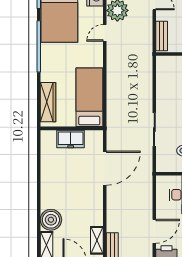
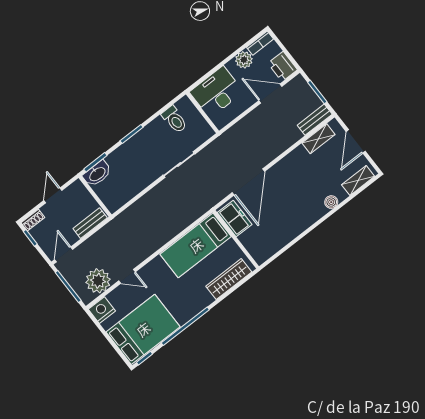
freezer: (71, 139) -> (235, 219), moved
door: (105, 168) -> (248, 182), swing flipped
boiler: (51, 220) -> (331, 202), width x0.54, depth x0.54

